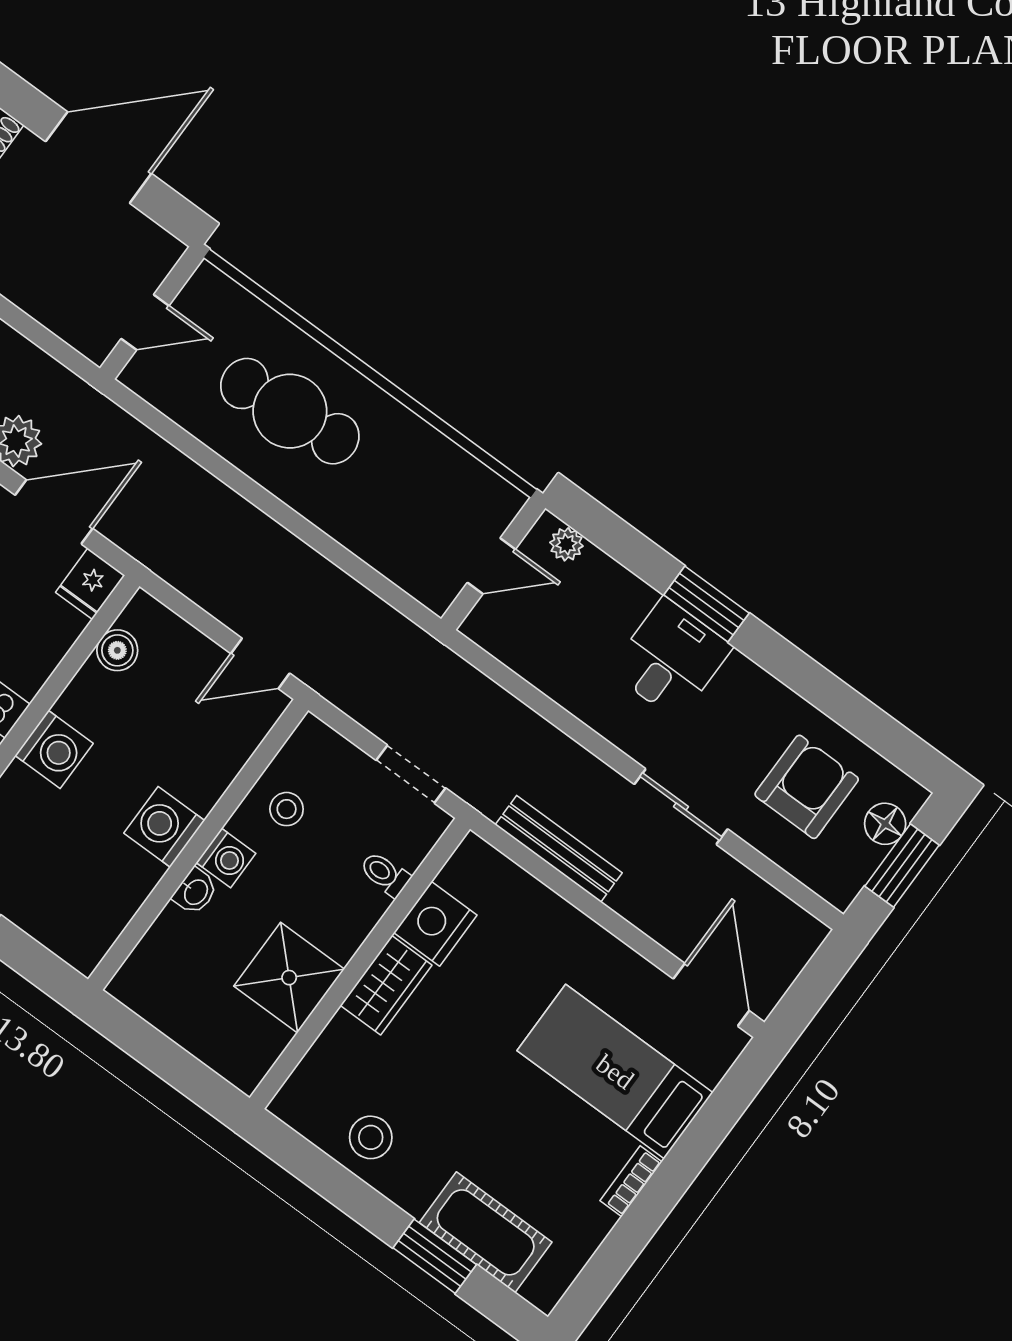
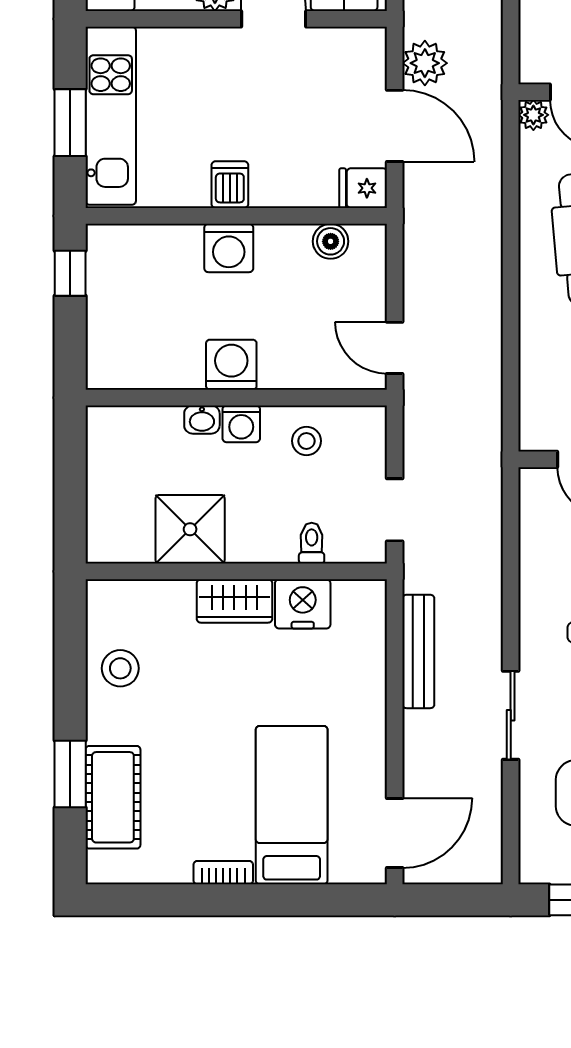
plant: (138, 375) -> (533, 115), added

